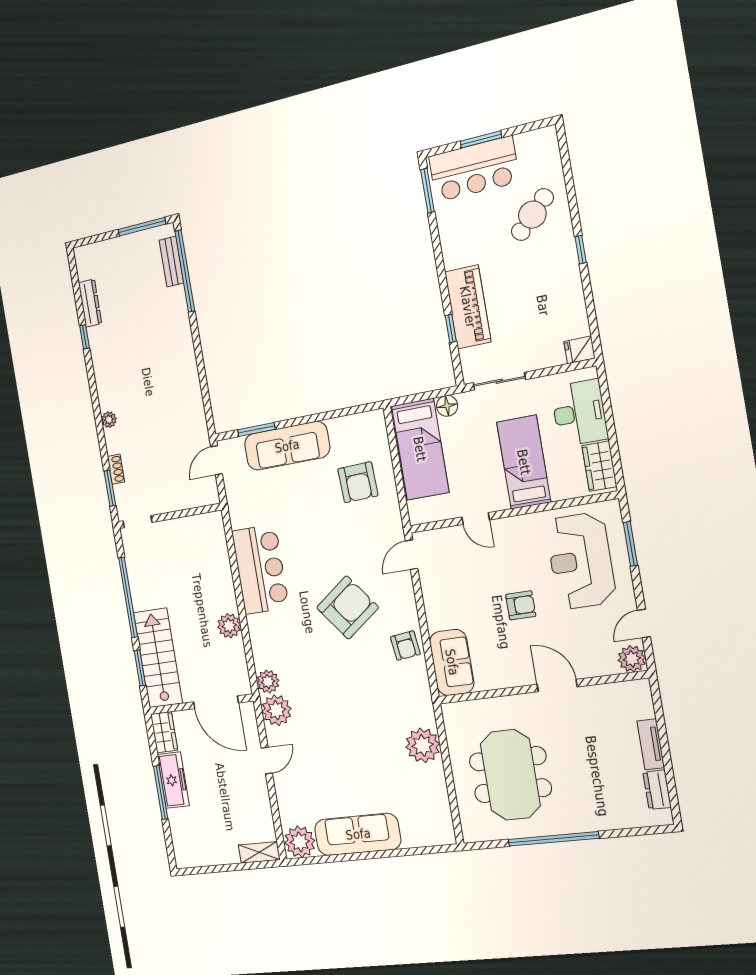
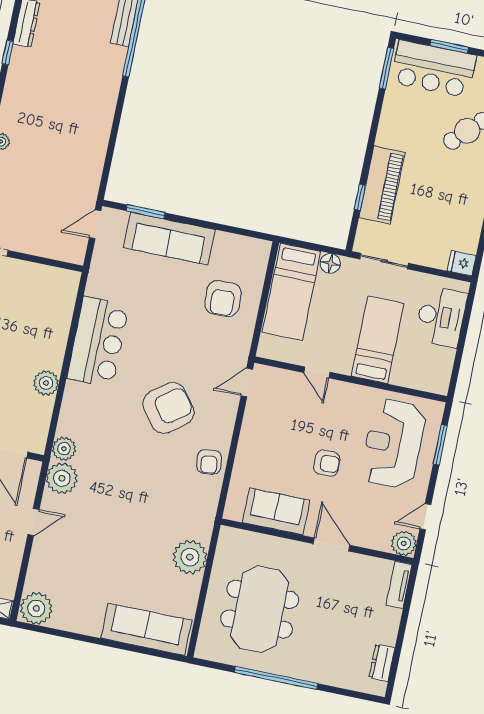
wardrobe: (599, 466) -> (440, 369), removed
sofa: (452, 662) -> (276, 511), moved, turned -90
tv unit: (651, 744) -> (399, 585), moved
sofa: (358, 834) -> (146, 629), moved

